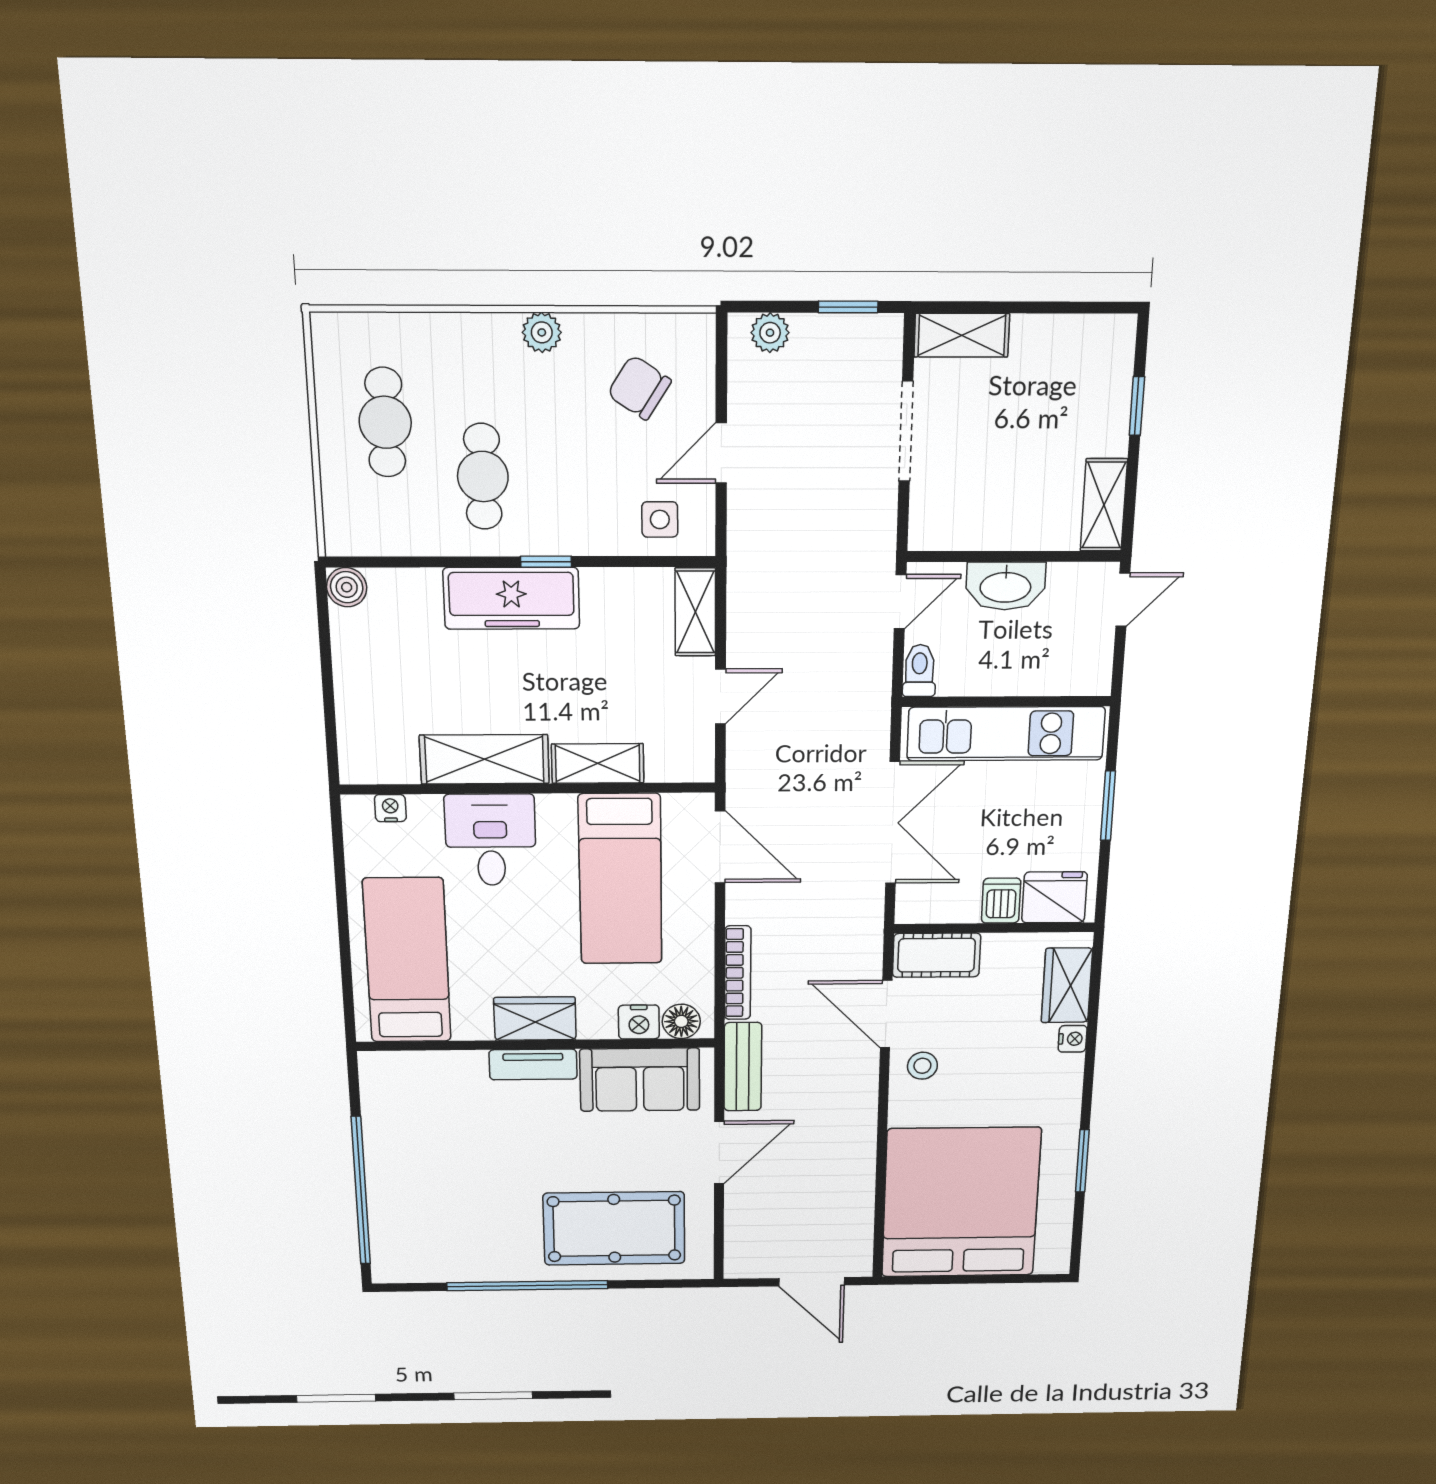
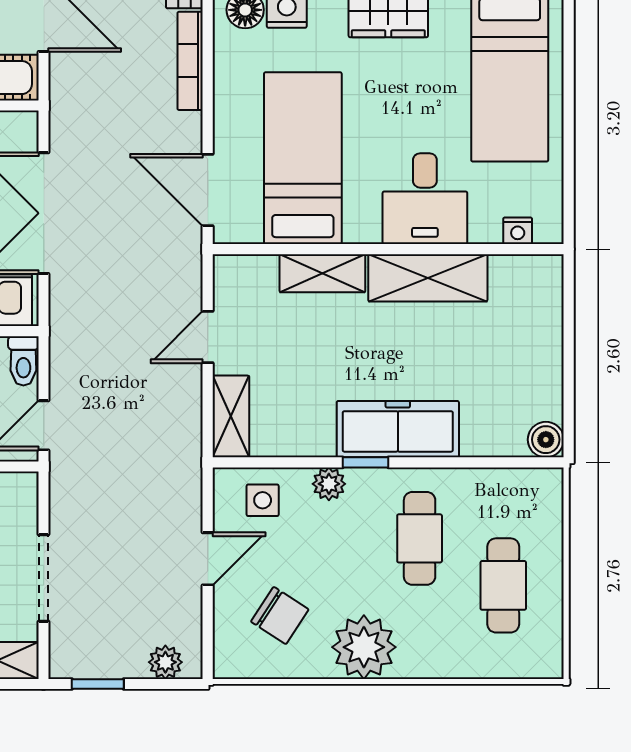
plant: (542, 332) -> (364, 647), width x1.87, depth x1.87
plant: (586, 538) -> (329, 484), added

